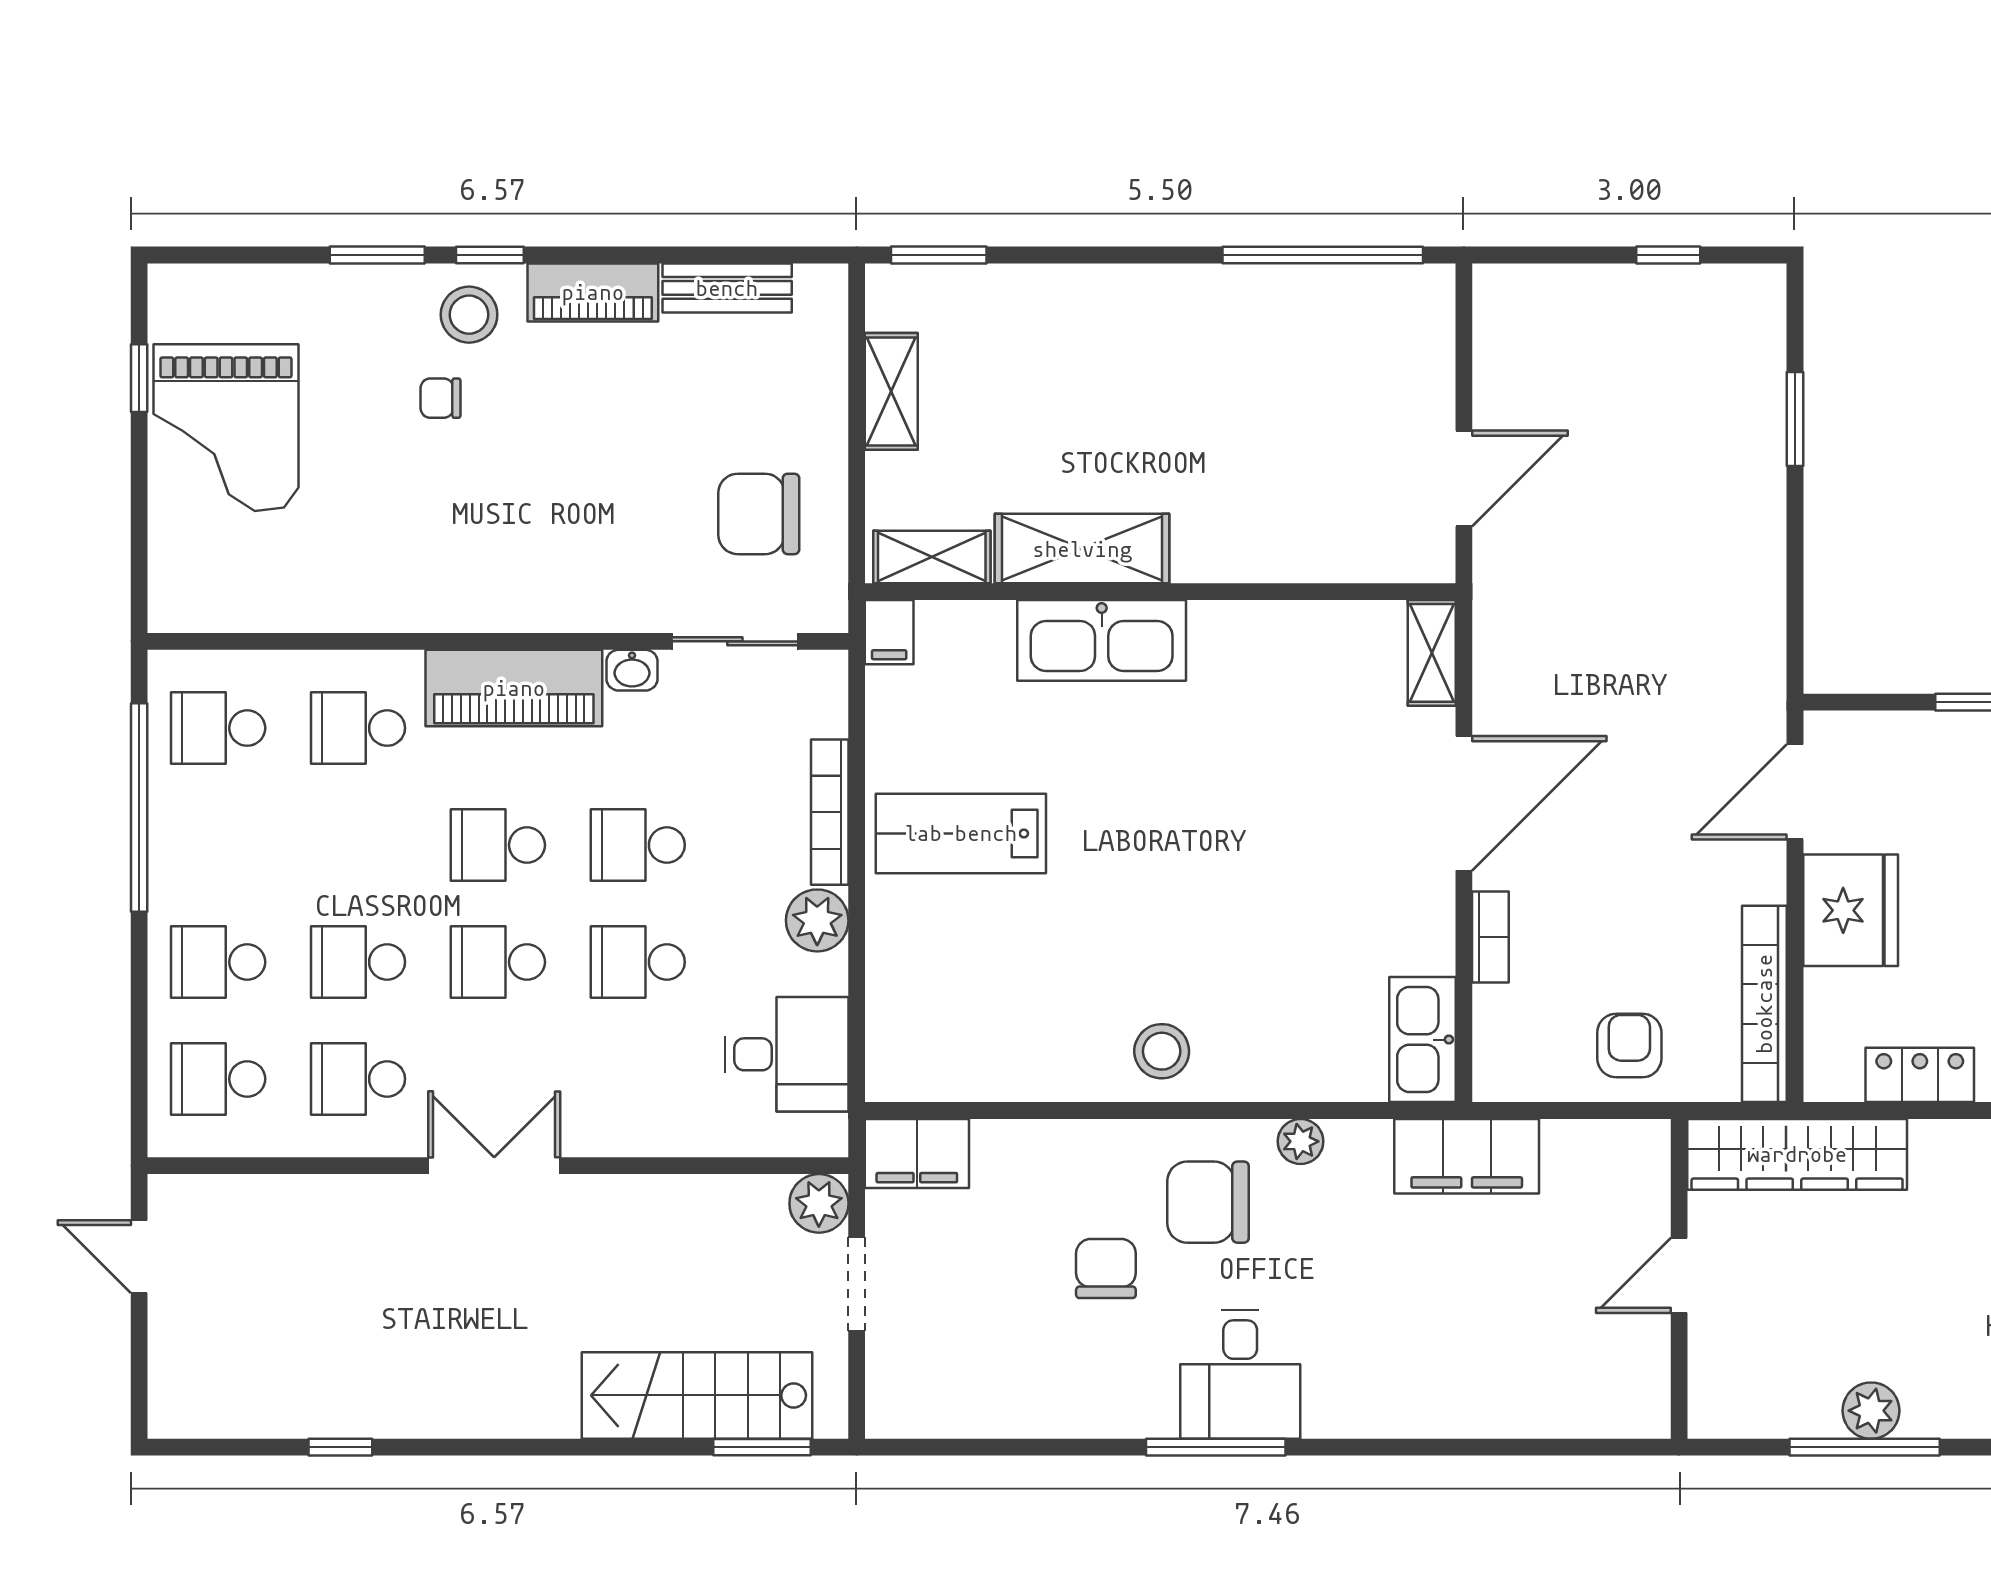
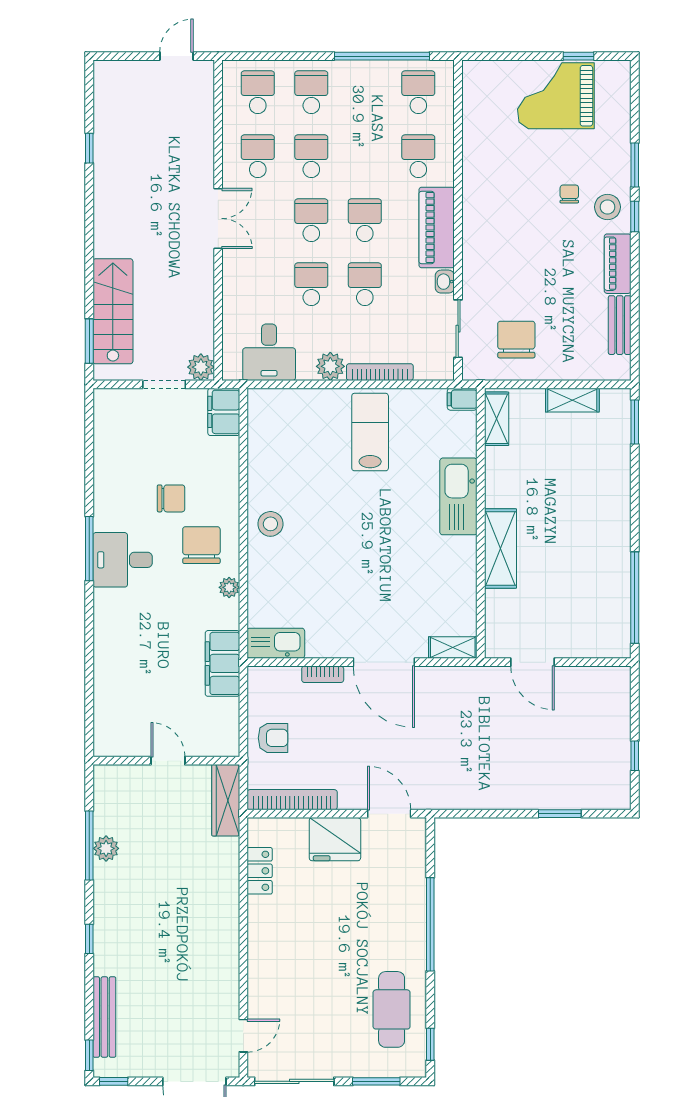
shelving: (1082, 549) -> (500, 548), moved
wardrobe: (1797, 1154) -> (226, 800), width x0.71, depth x0.85

